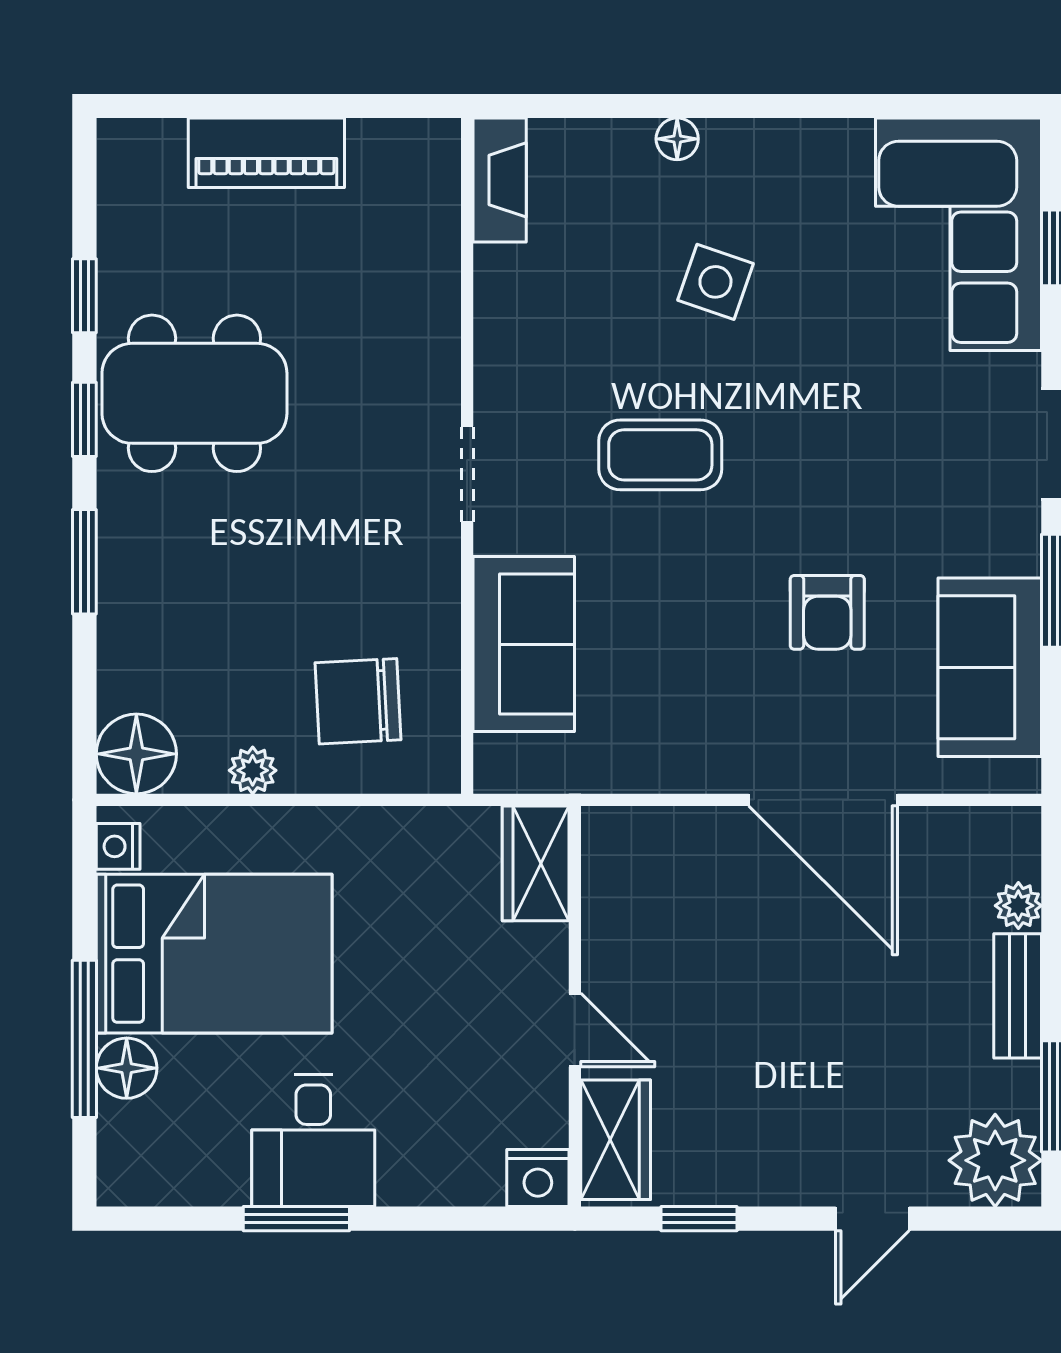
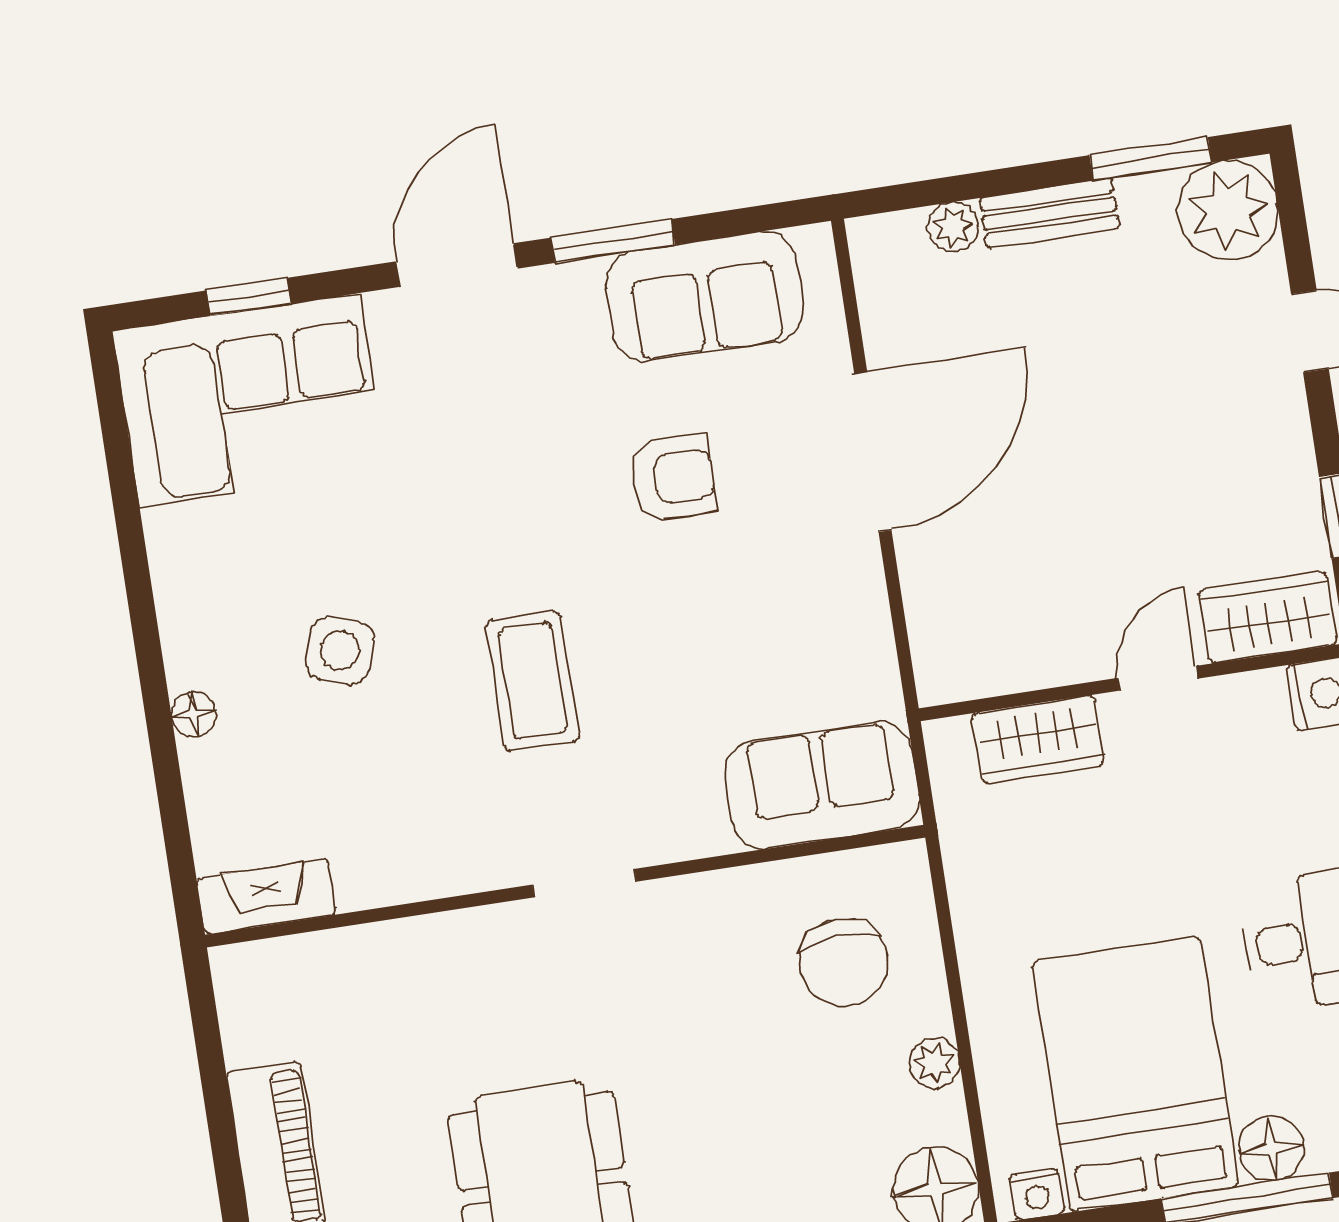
sofa: (524, 644) -> (822, 785), moved
wardrobe: (536, 863) -> (1038, 739), moved

